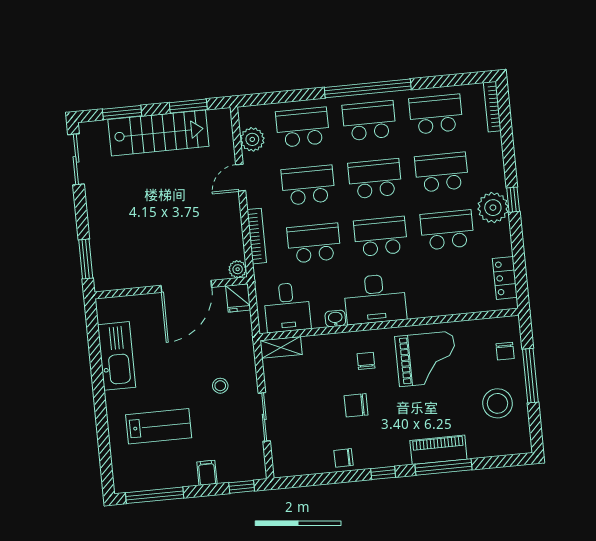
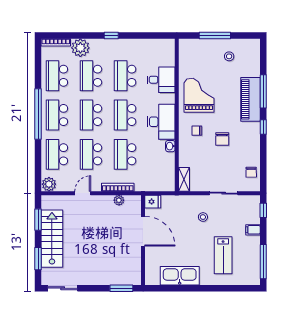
plant: (252, 139) -> (49, 184), moved
door: (241, 178) -> (83, 193), swing flipped
plant: (493, 208) -> (80, 48), moved
plant: (238, 269) -> (119, 200), moved
locker: (505, 278) -> (156, 45), removed
desk: (287, 307) -> (161, 80), moved
chair: (505, 351) -> (199, 49), removed
stool: (498, 403) -> (229, 56), width x0.53, depth x0.53
lab bench: (159, 426) -> (223, 255), turned 180
piano: (438, 450) -> (250, 99), width x1.37, depth x1.33
chair: (344, 458) -> (251, 172), moved

